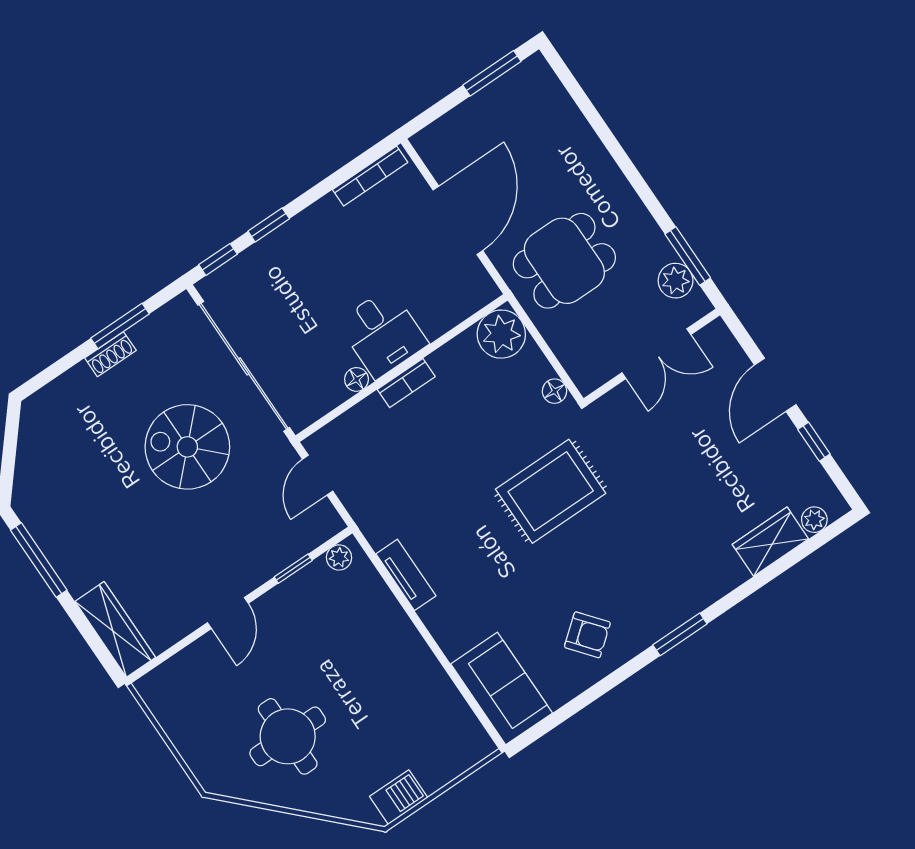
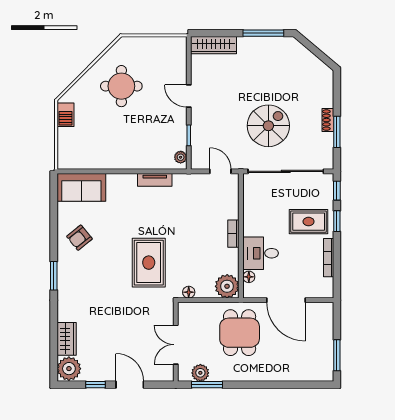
bookcase: (370, 176) -> (329, 258), moved
rug: (301, 272) -> (309, 222), added
desk: (383, 333) -> (261, 253), moved
floor lamp: (357, 379) -> (249, 277), moved
plant: (814, 520) -> (69, 369), width x1.87, depth x1.87

